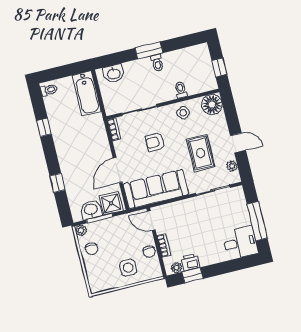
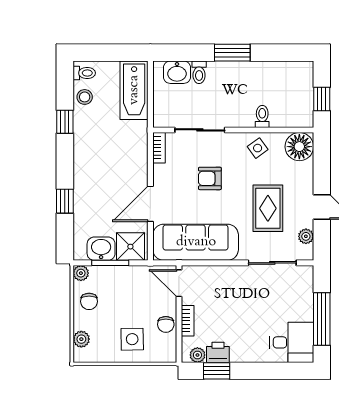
toilet: (157, 63) -> (199, 72), moved
stool: (53, 107) -> (85, 97), added
plant: (93, 276) -> (81, 339), added

